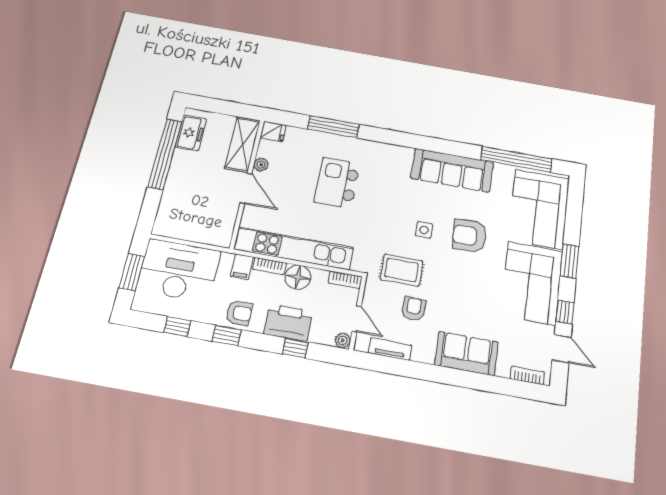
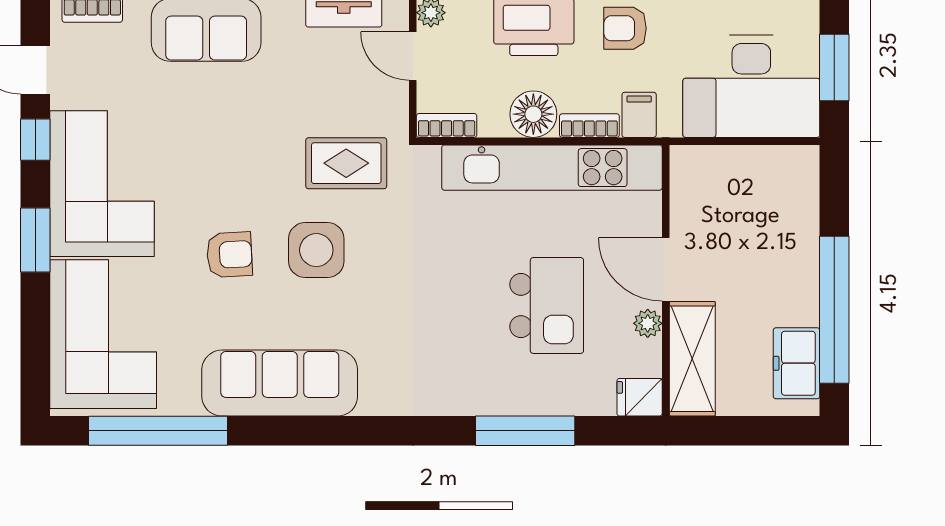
kitchen island: (337, 183) -> (547, 305), moved
side table: (424, 230) -> (316, 250), width x1.87, depth x1.87
armchair: (469, 236) -> (229, 255), width x0.72, depth x0.72
armchair: (413, 309) -> (313, 94), removed

